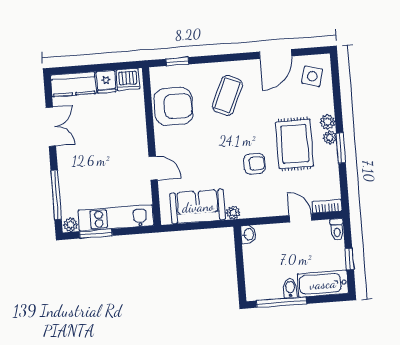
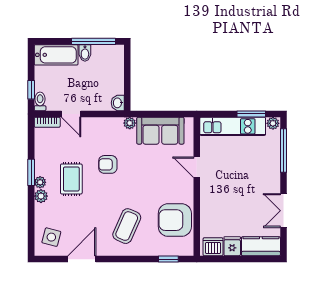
rug: (295, 144) -> (71, 179), width x0.73, depth x0.70
window: (349, 259) -> (31, 90), moved

